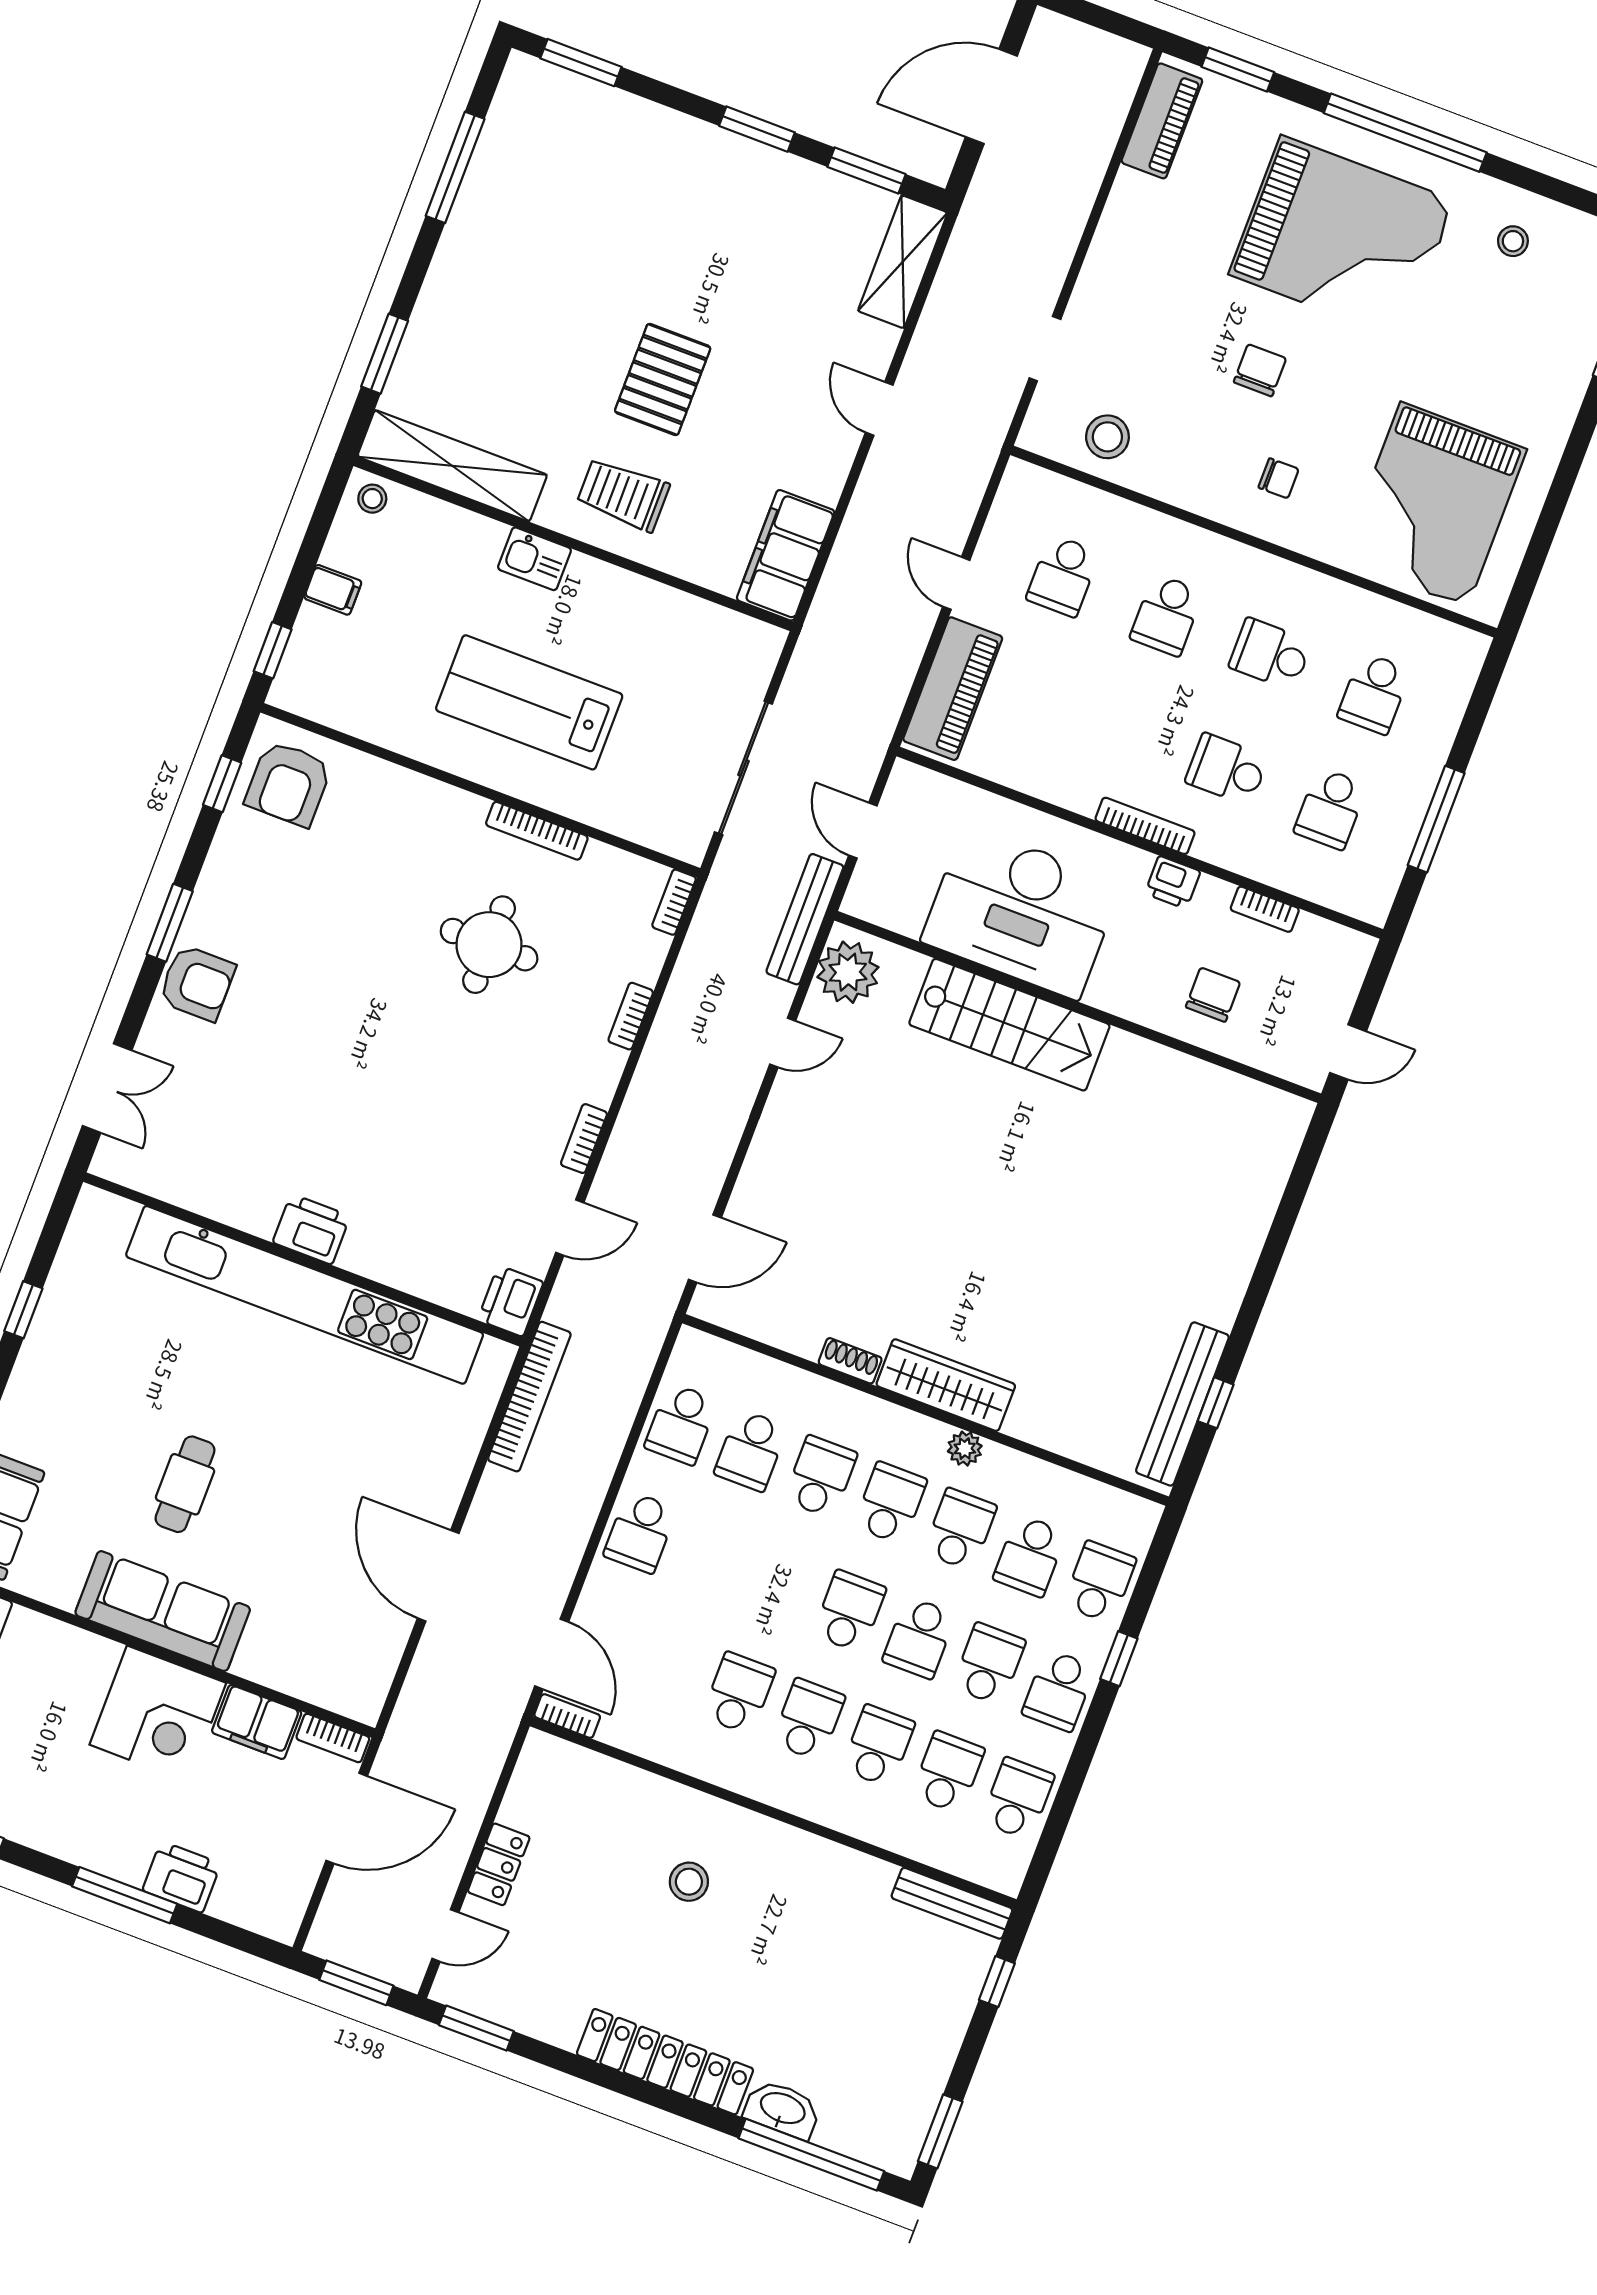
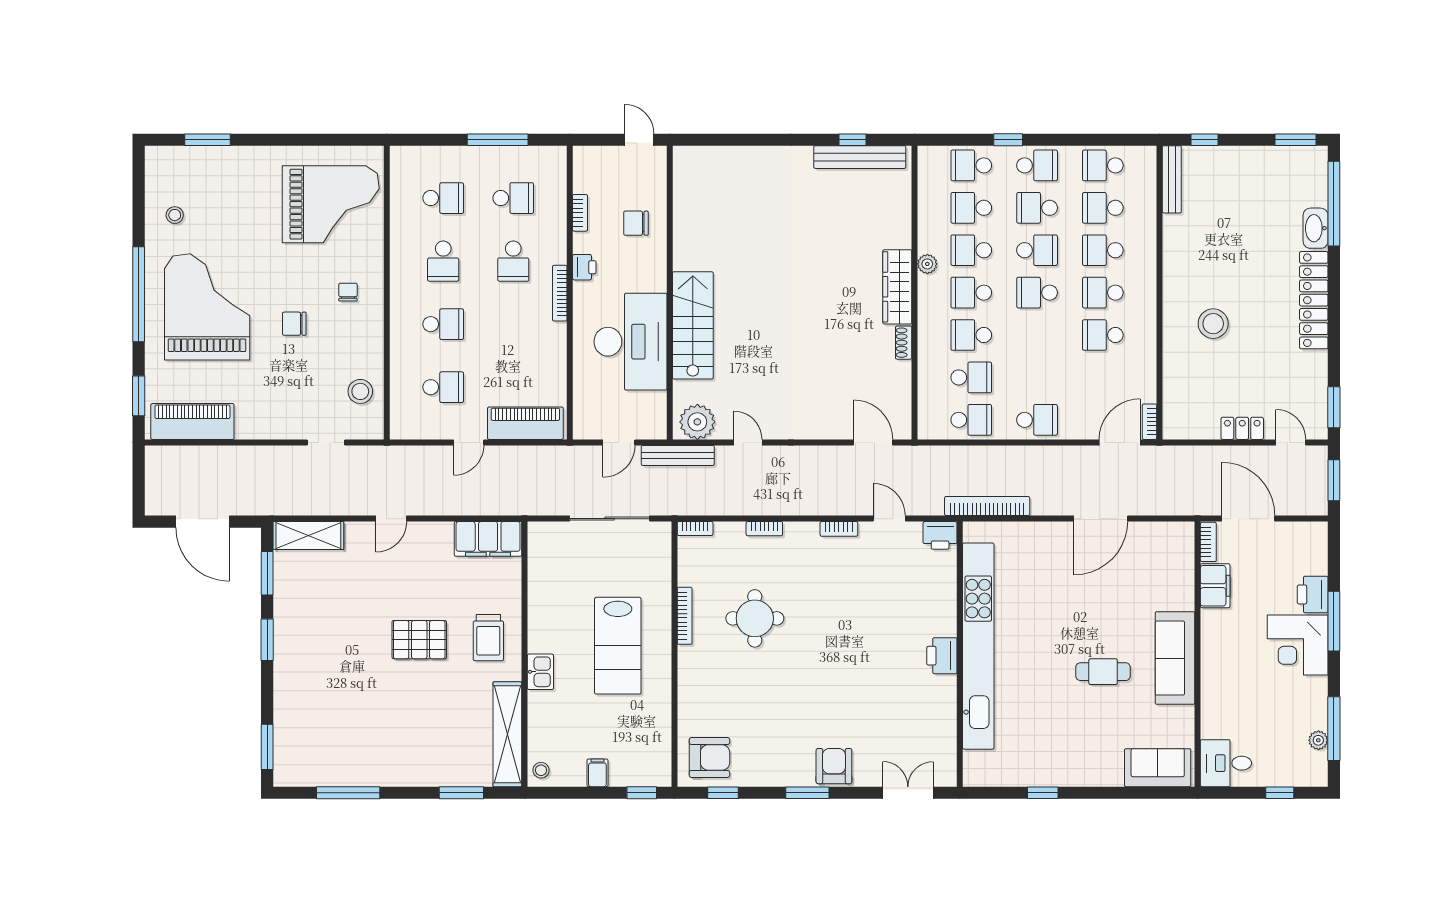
piano: (1162, 121) -> (192, 422), width x1.37, depth x1.33
school desk: (1030, 1556) -> (971, 208), turned 180
corner desk: (158, 1714) -> (1298, 645), moved, turned 180
stool: (689, 1882) -> (1213, 324), width x1.38, depth x1.38

